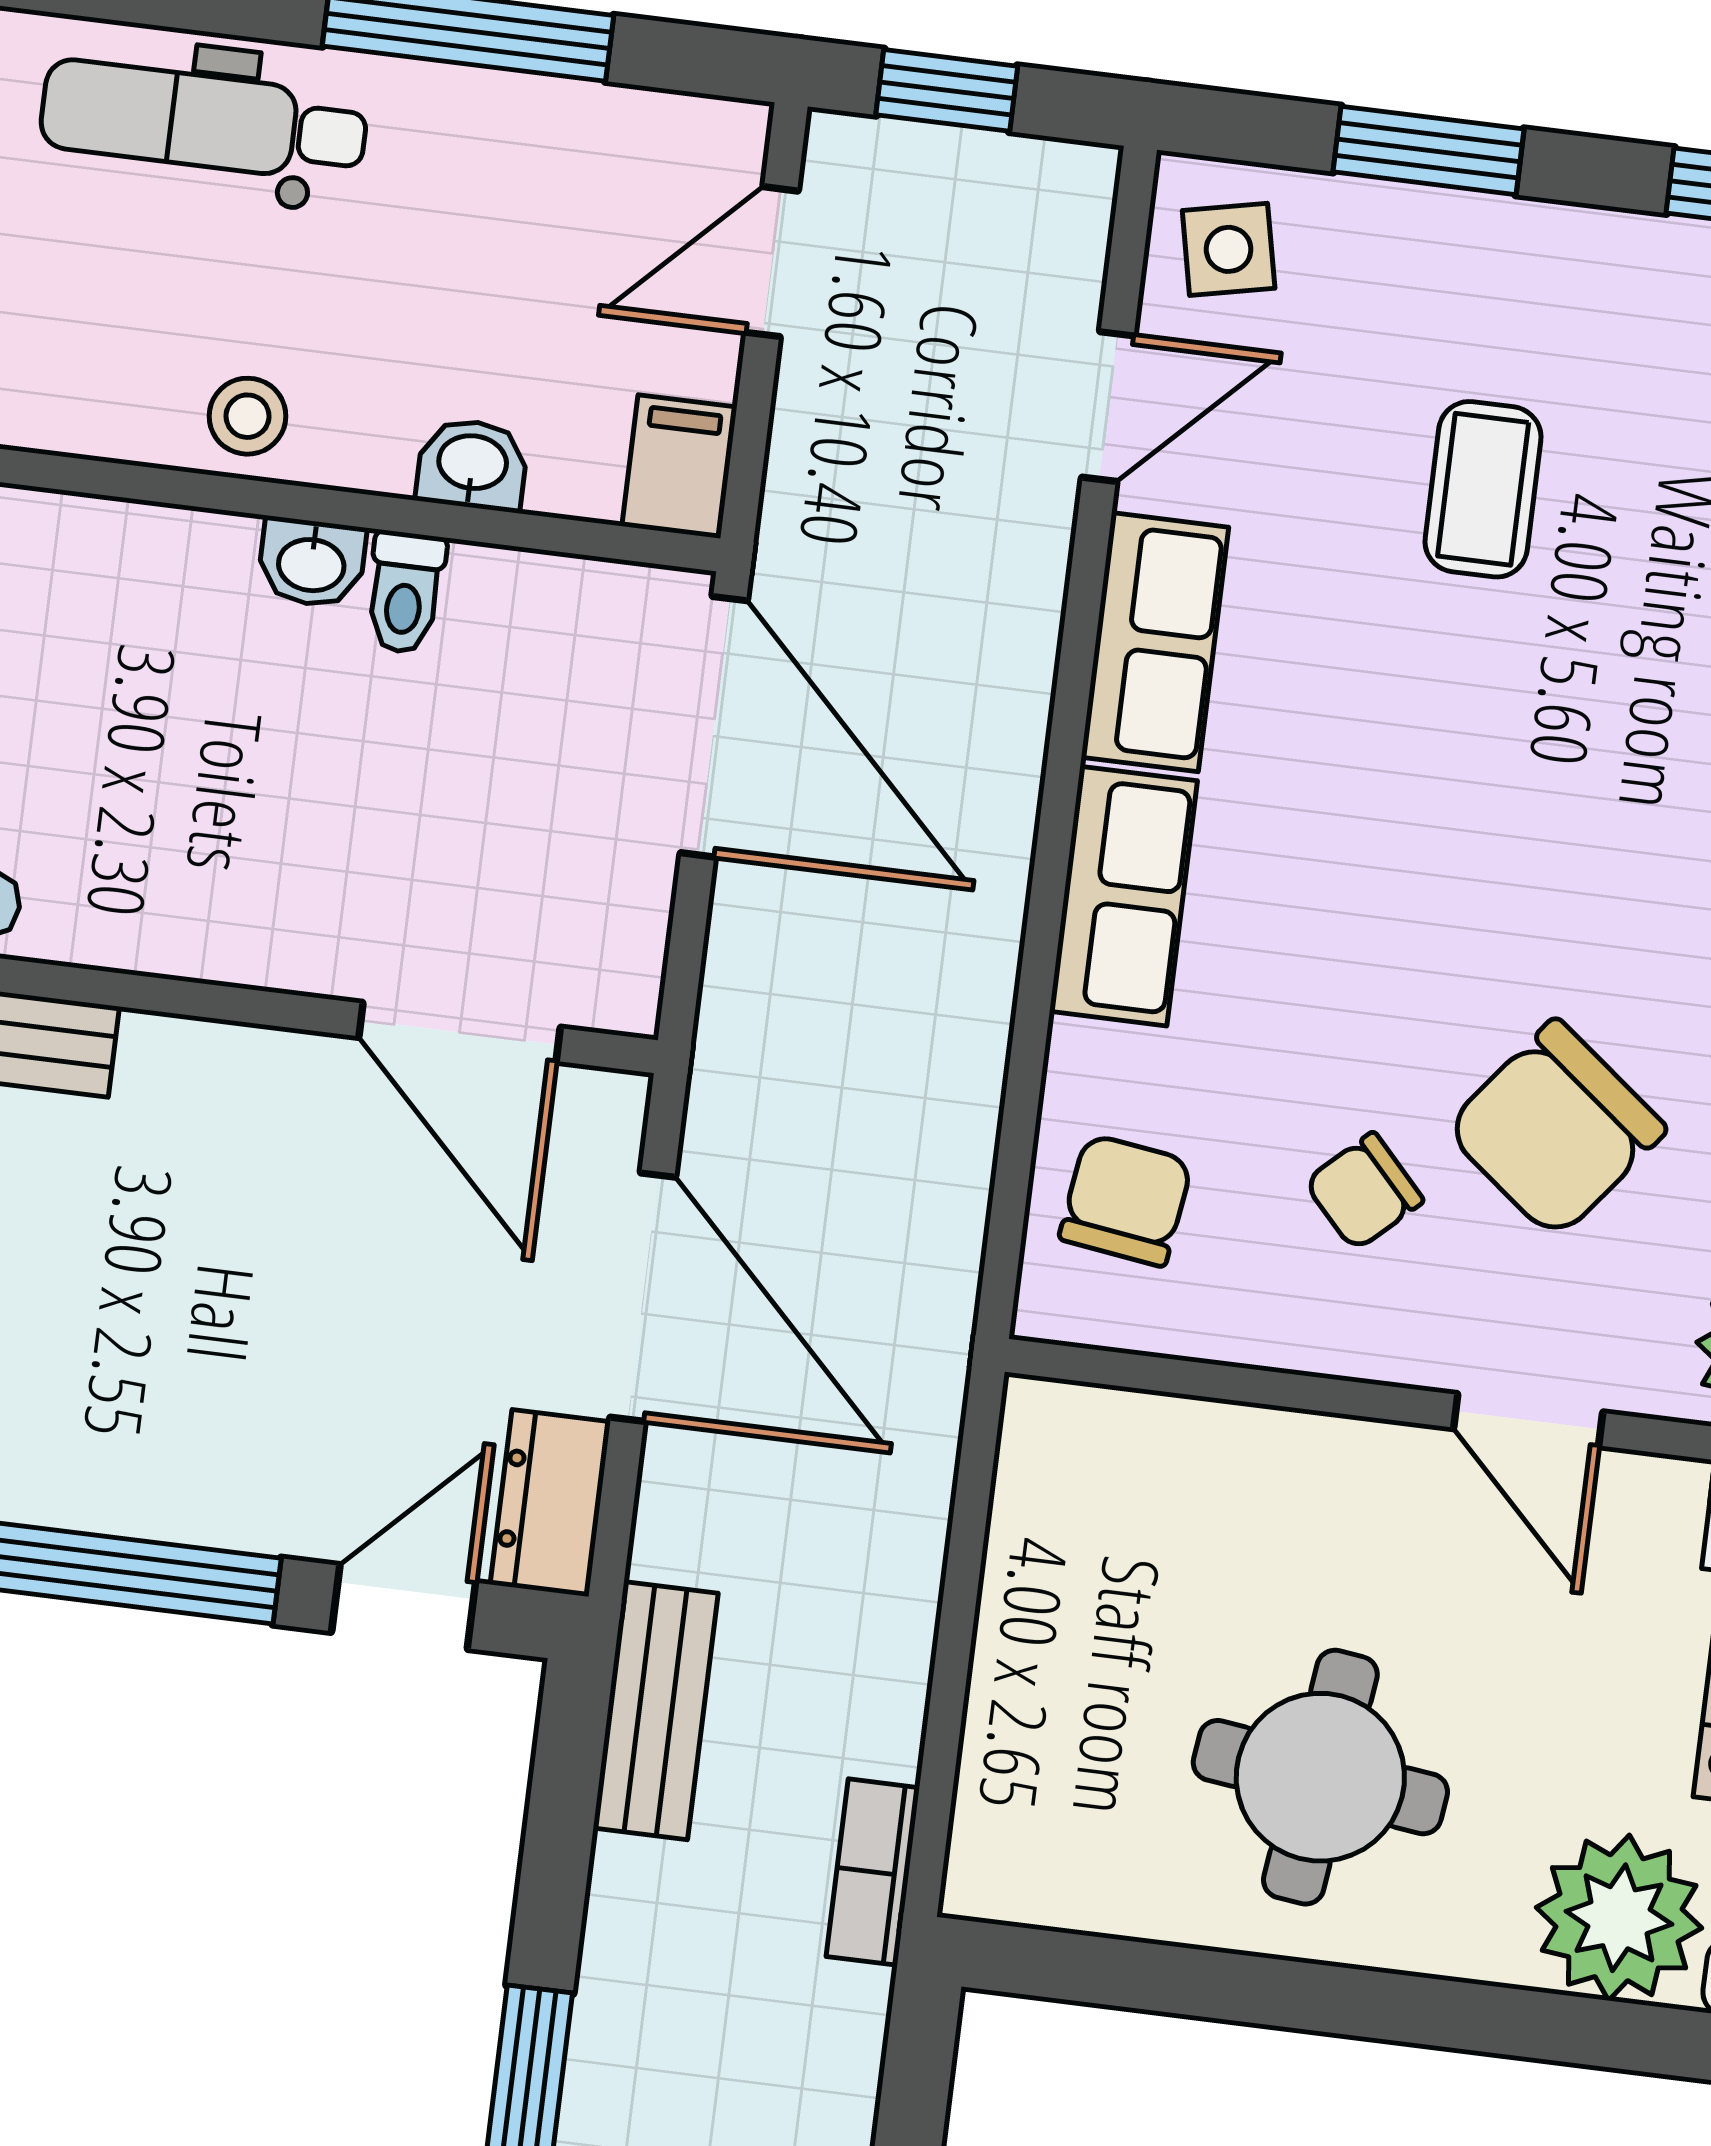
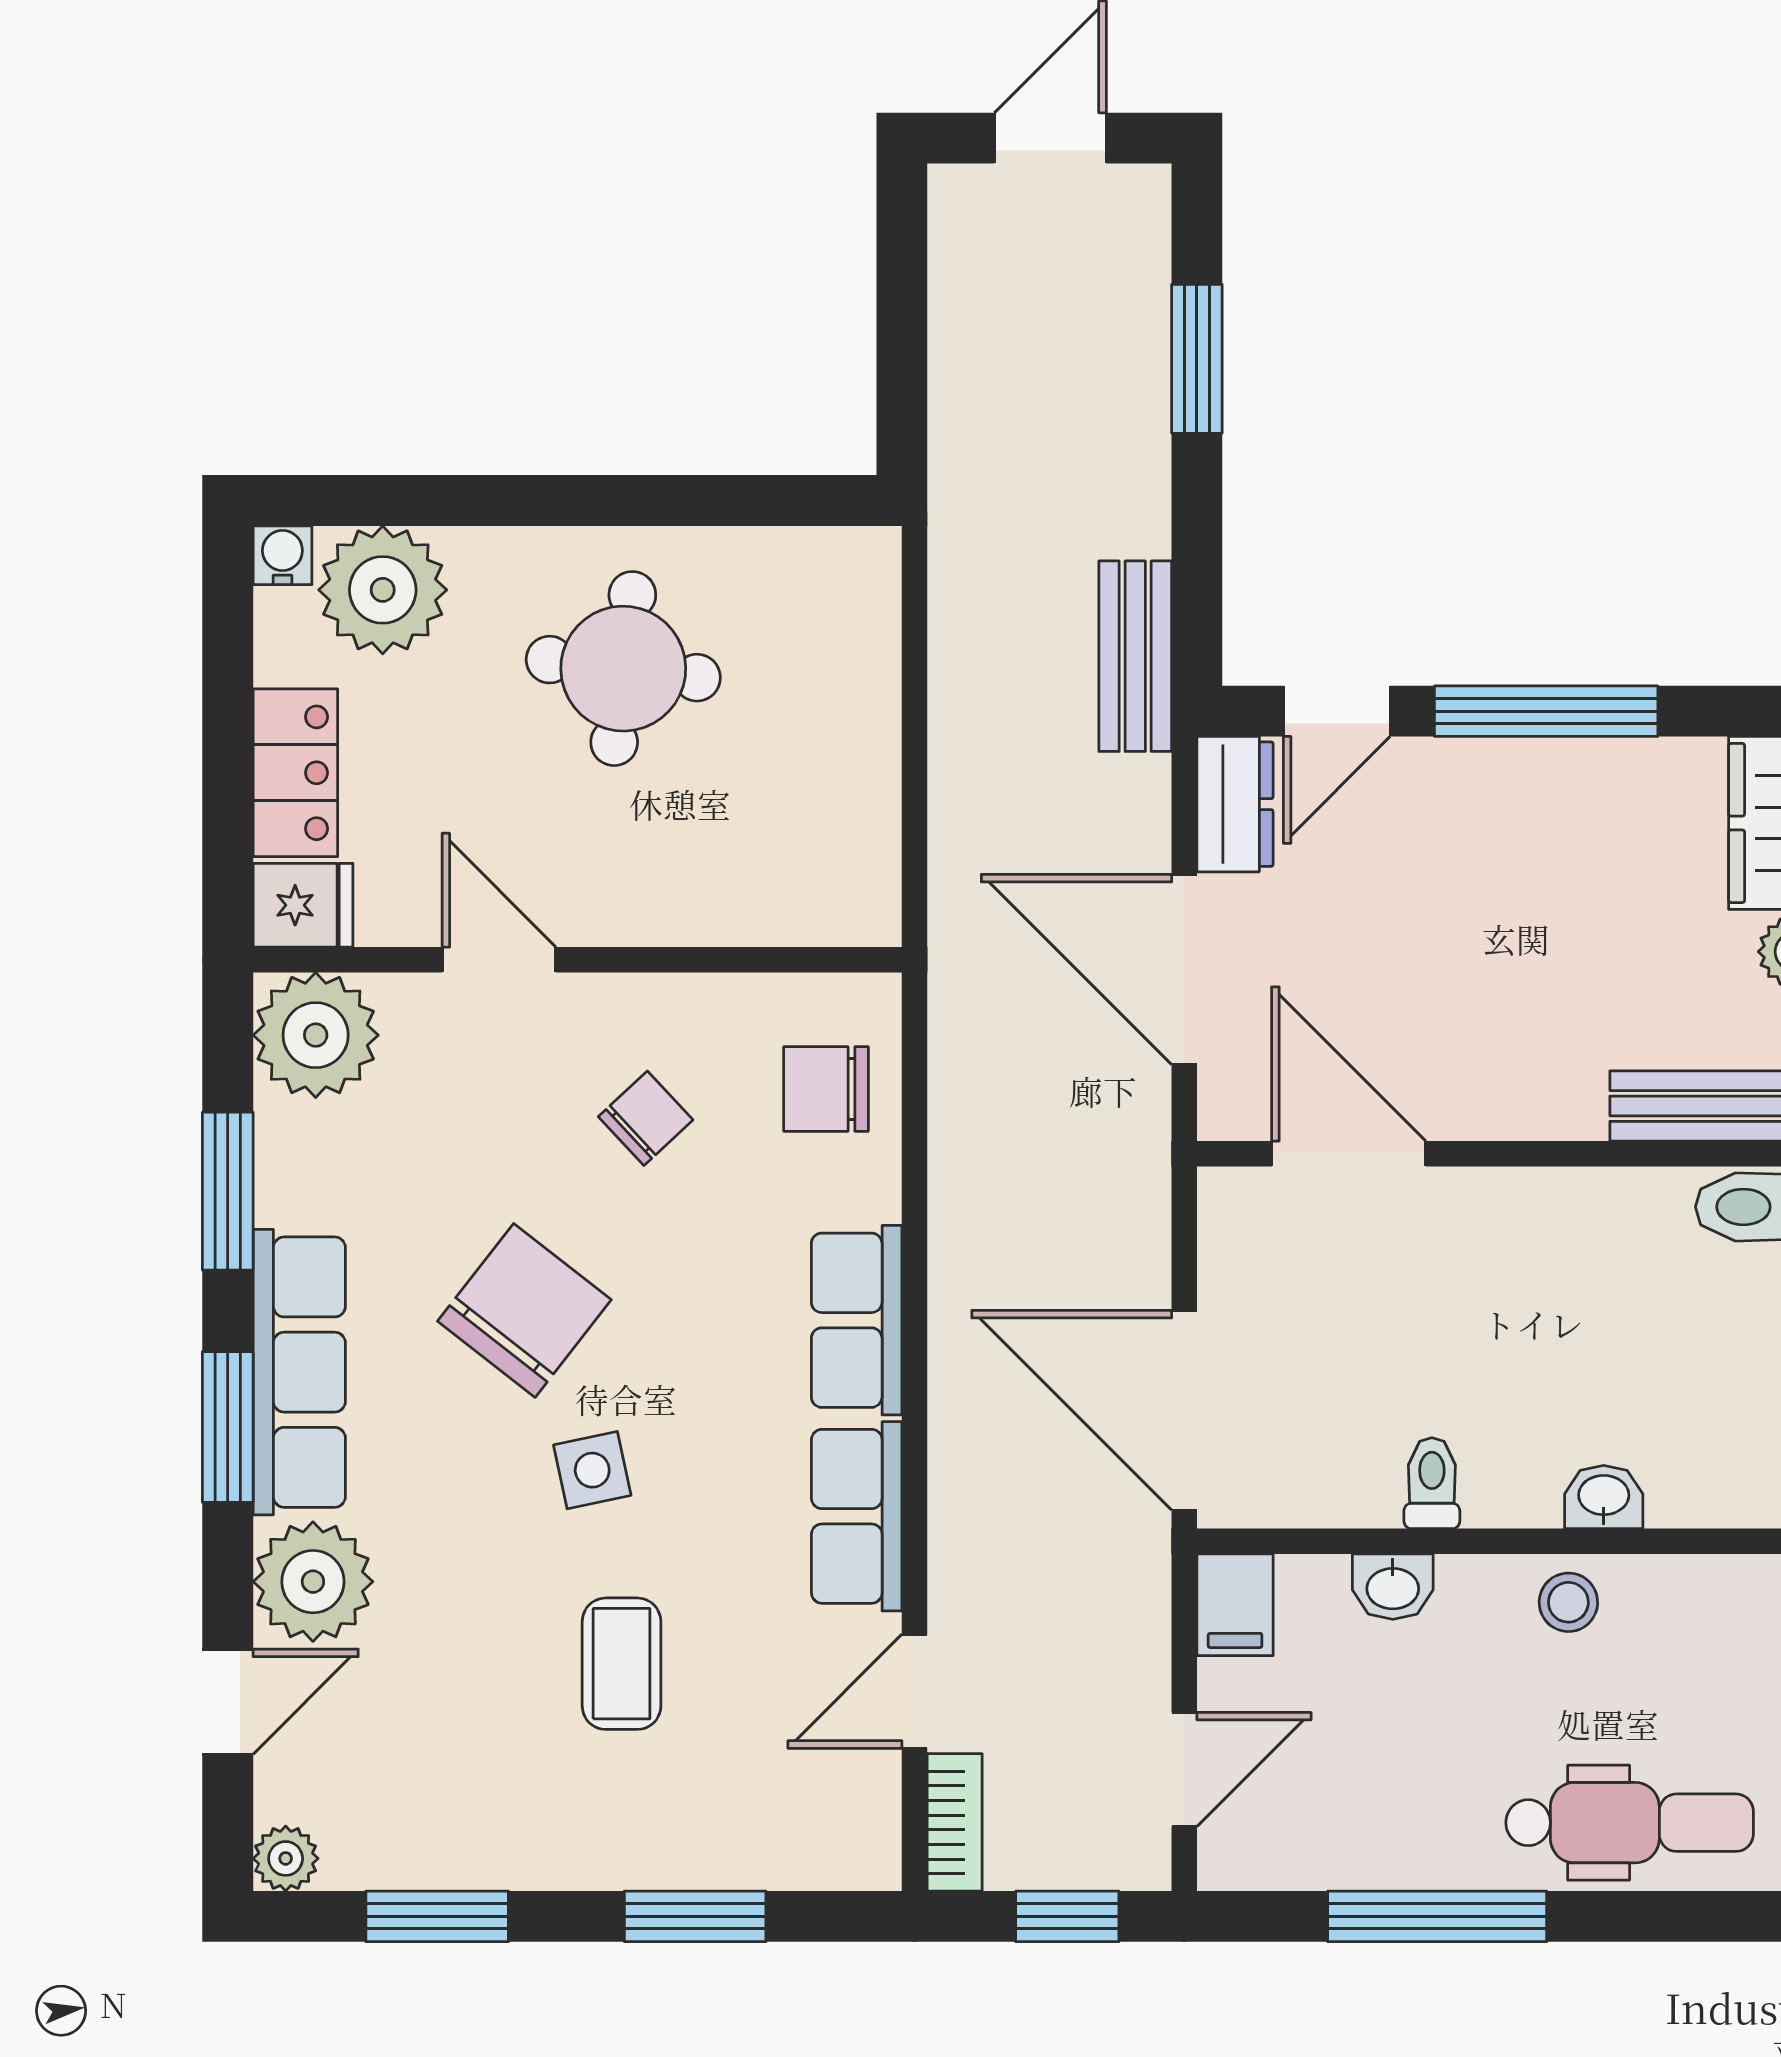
side table: (1229, 249) -> (592, 1470), moved
washbasin: (312, 563) -> (1604, 1497), moved
chair: (1555, 1129) -> (524, 1310), moved
chair: (1126, 1200) -> (826, 1089), turned 82
bookcase: (873, 1872) -> (955, 1822), moved

